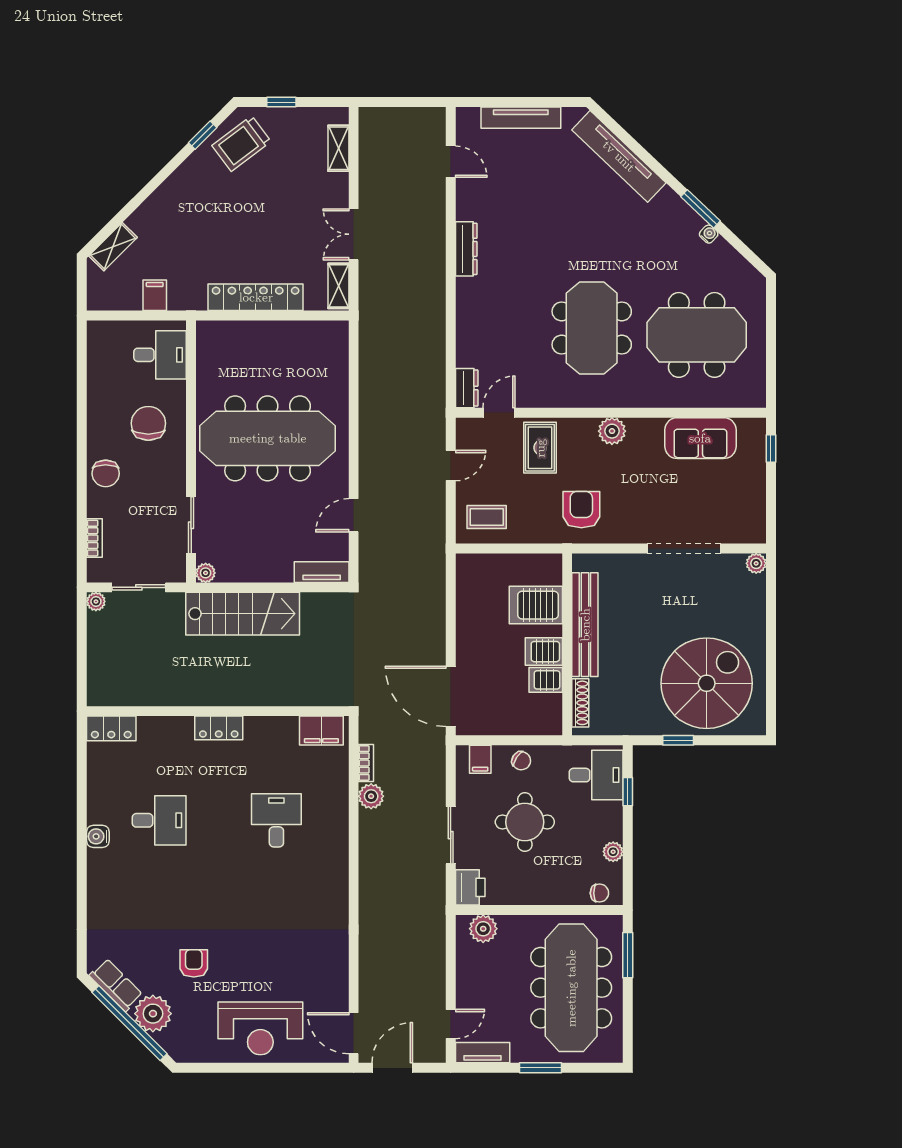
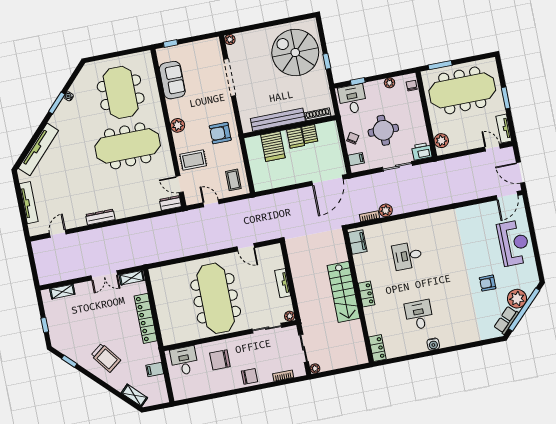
trolley: (241, 143) -> (106, 358), moved
meeting table: (592, 328) -> (128, 146), width x1.36
tv unit: (322, 572) -> (283, 283), moved
stairs: (243, 614) -> (343, 292), moved, turned 180

